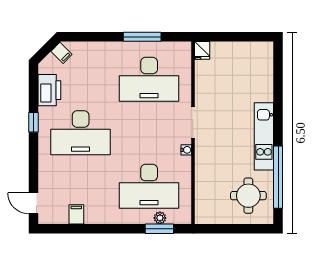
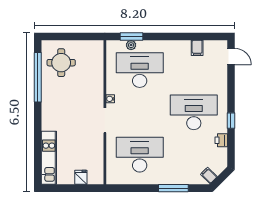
window: (142, 37) -> (173, 188), moved
fridge: (202, 50) -> (81, 177), moved
printer: (49, 90) -> (221, 140), width x0.53, depth x0.68
kitchen unit: (264, 136) -> (49, 158), moved

